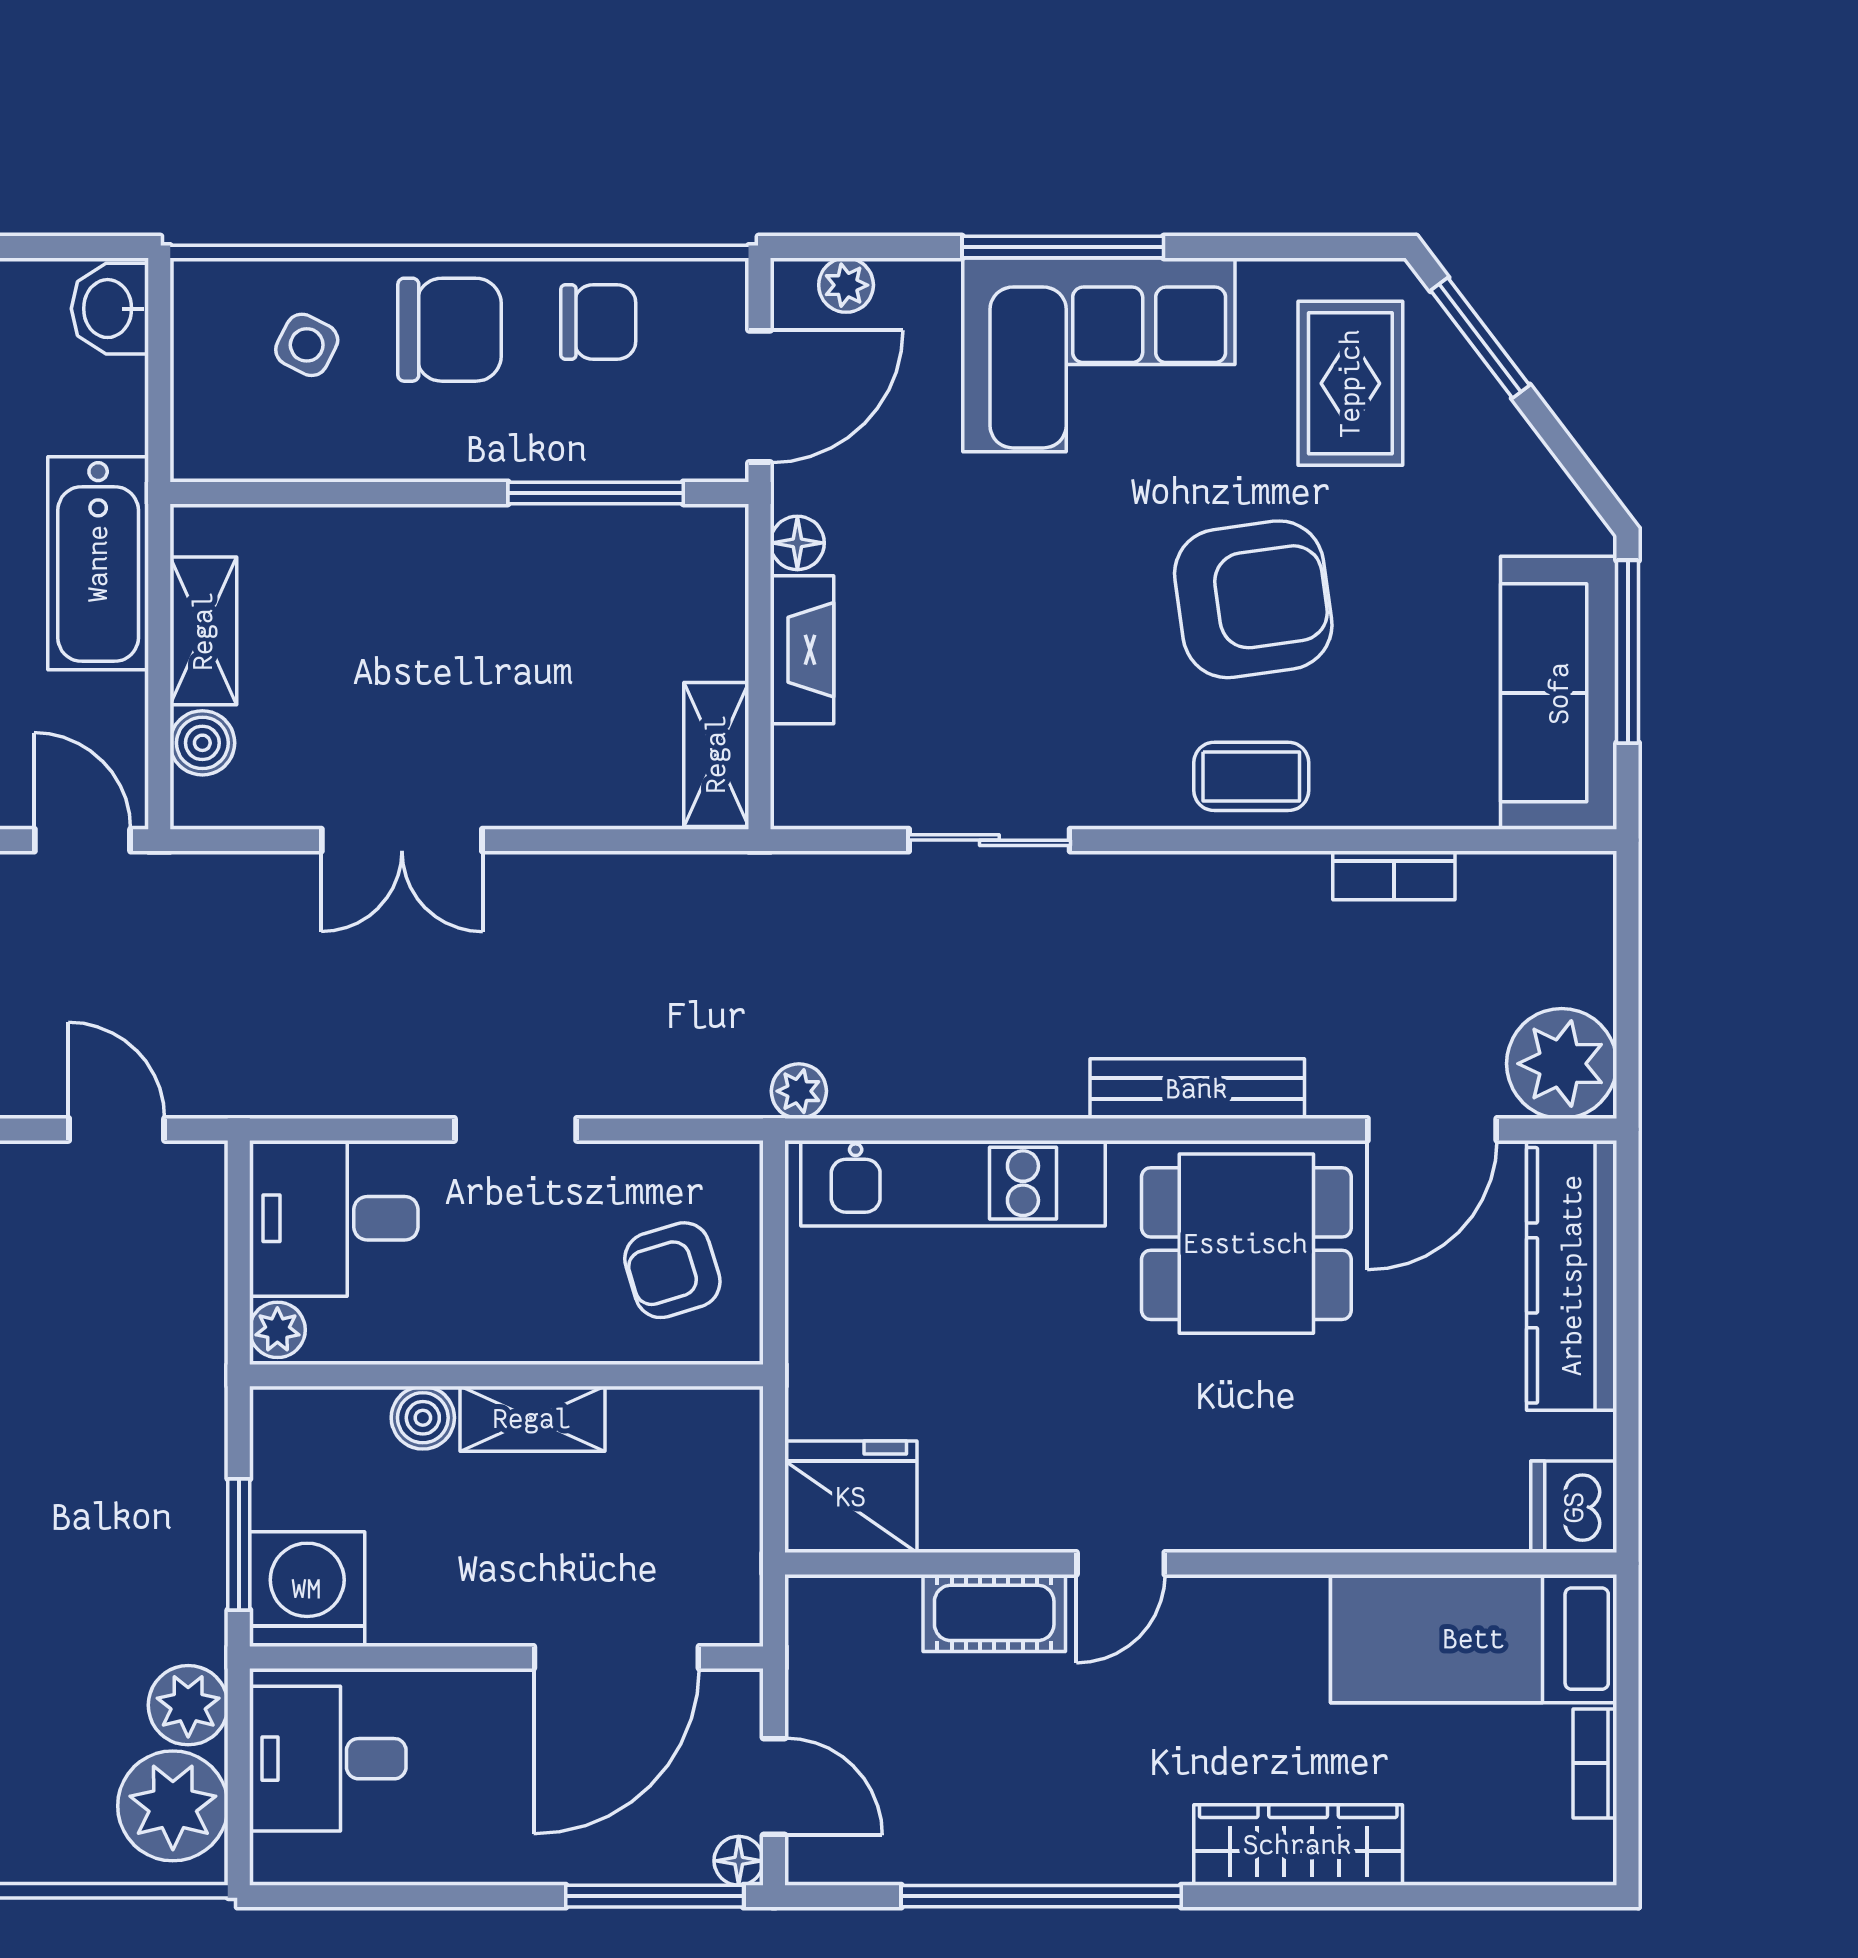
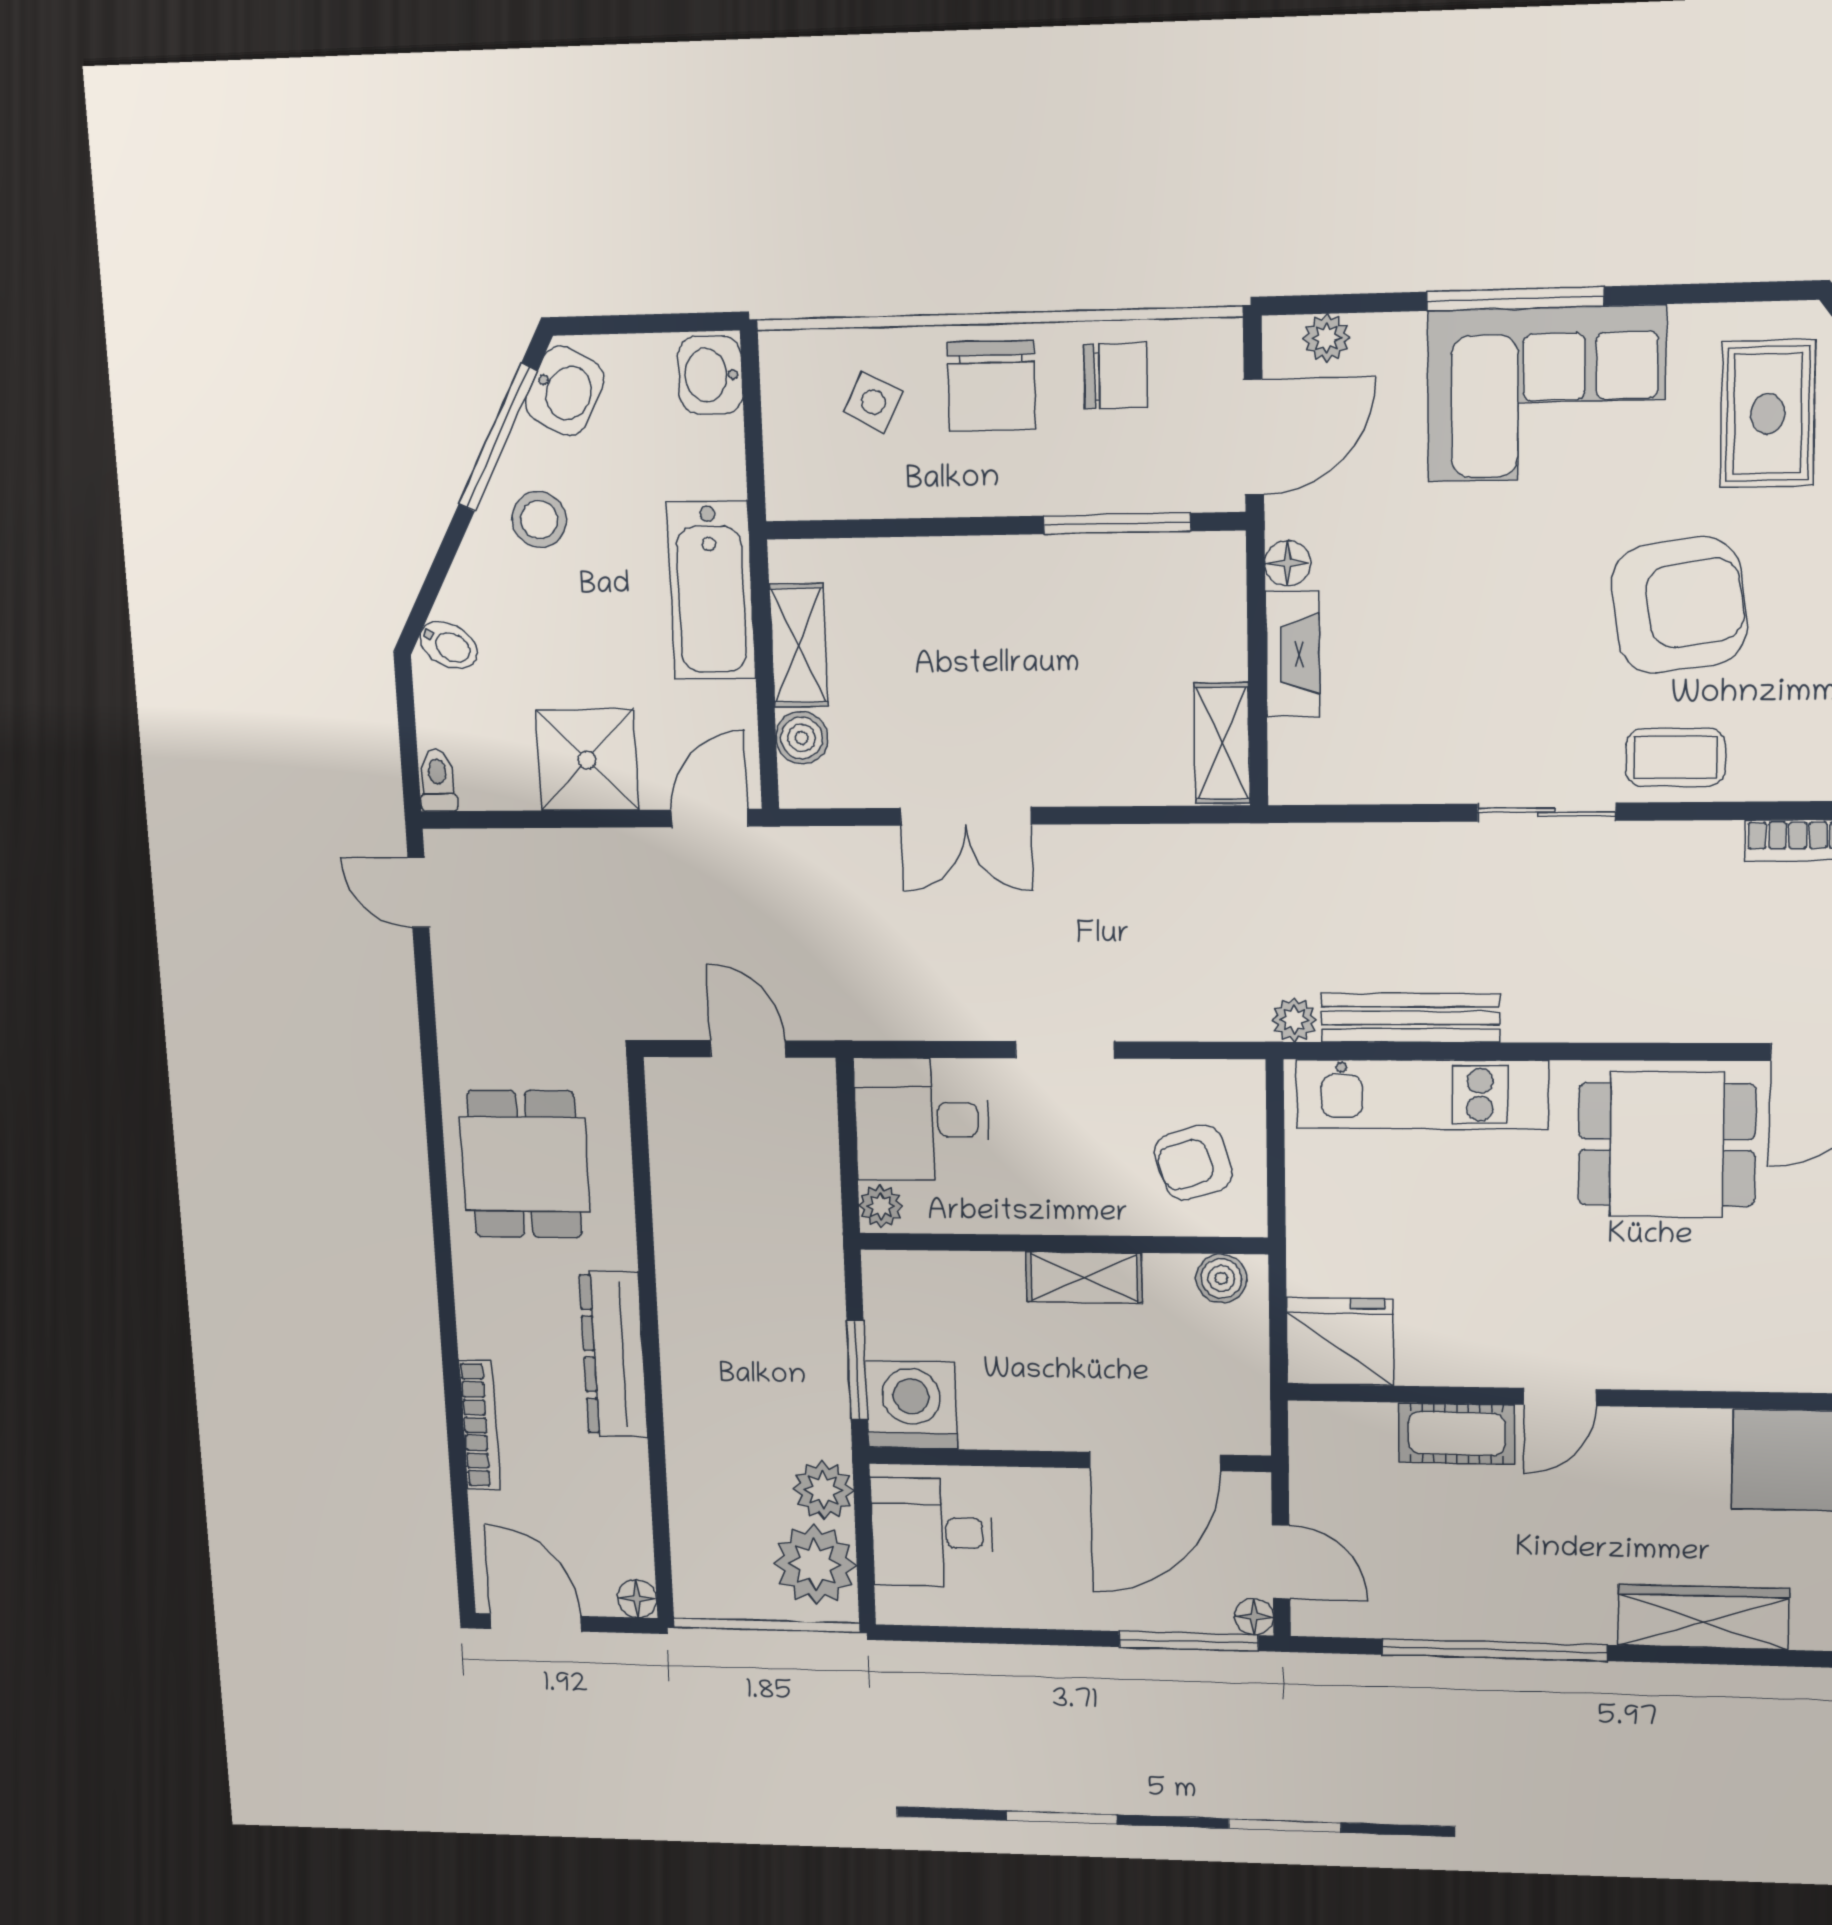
chair: (450, 330) -> (991, 386), turned 90
door: (82, 840) -> (710, 818), hinge flipped
sliding door: (989, 840) -> (1546, 812), moved
bench: (1197, 1089) -> (1410, 1018), moved
boiler: (423, 1418) -> (1221, 1278), moved

